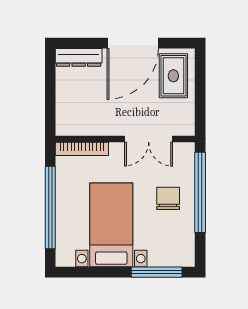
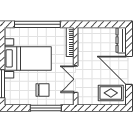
window: (200, 192) -> (46, 108), width x0.68

